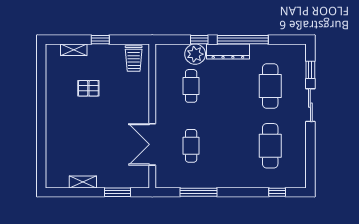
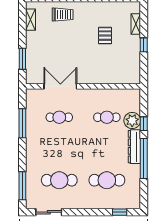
trolley: (134, 59) -> (63, 15), moved, turned 180
sliding door: (310, 105) -> (49, 212), moved
shelving: (83, 182) -> (31, 20), moved
window: (277, 192) -> (22, 186), width x2.17

